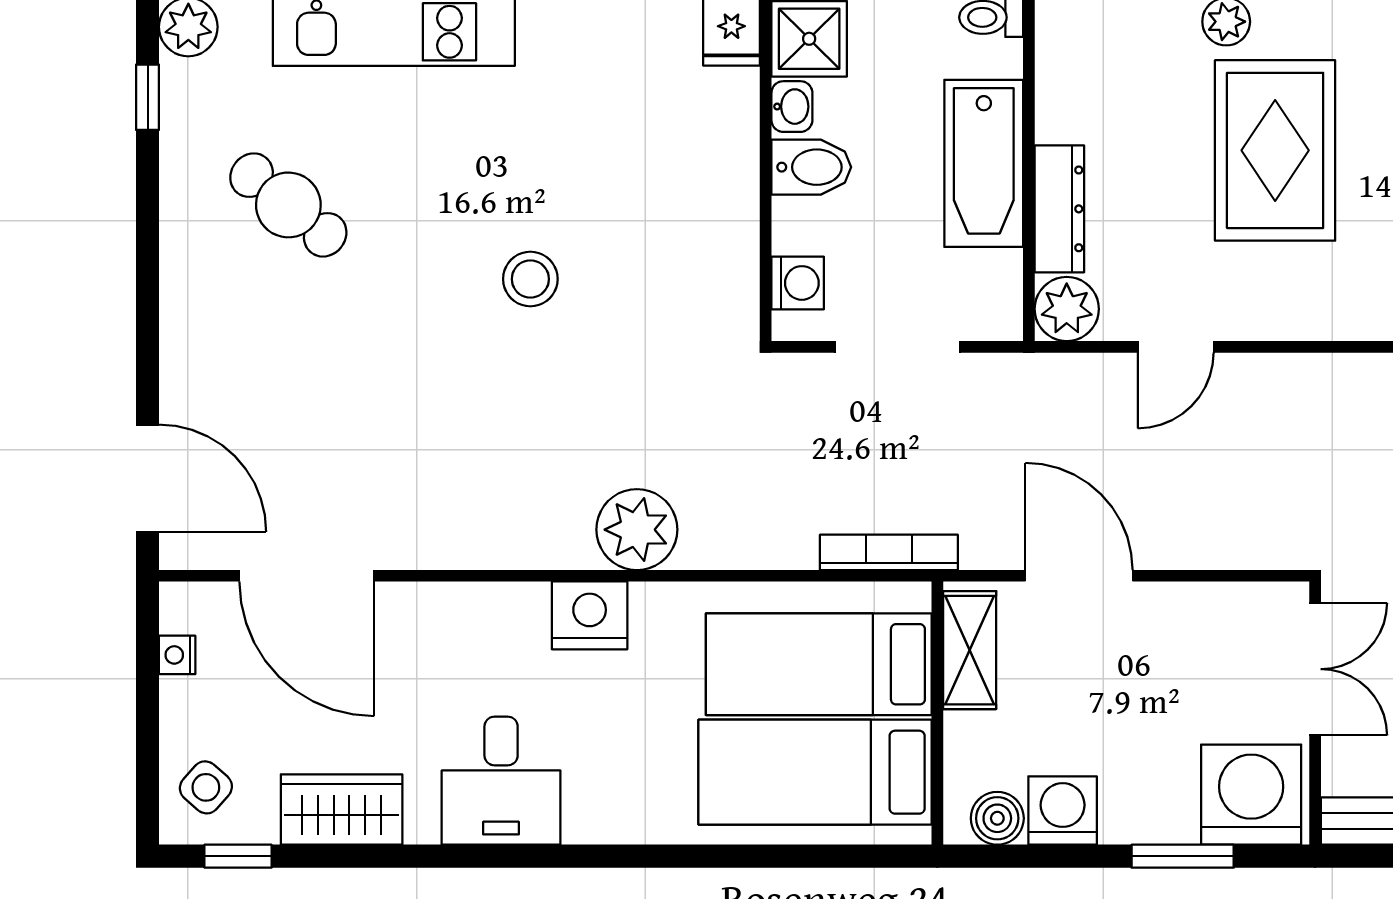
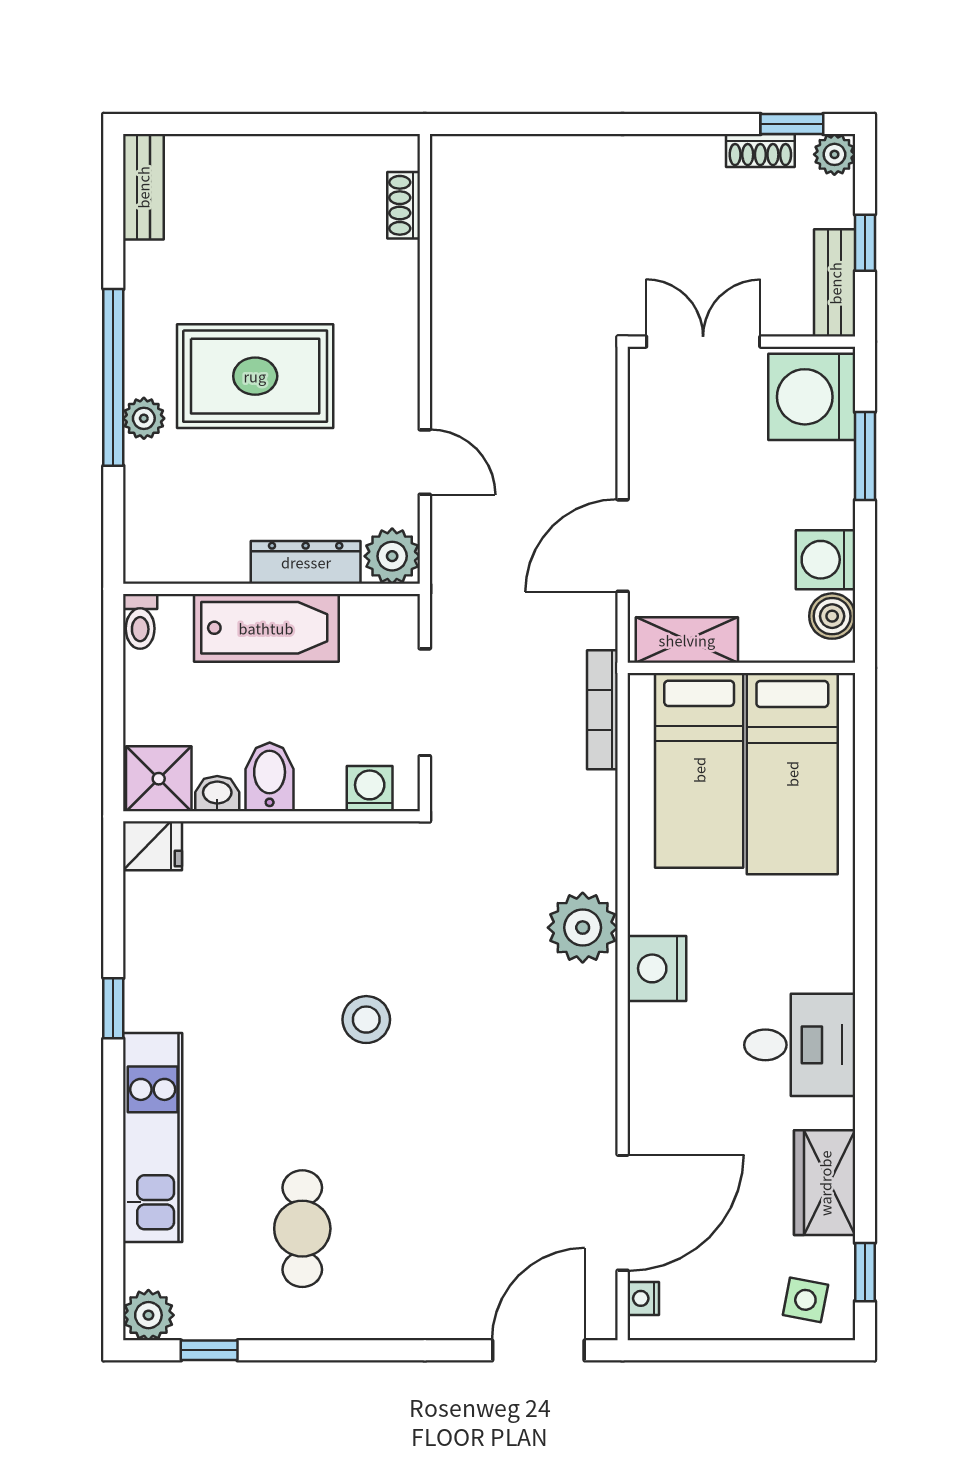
cafe table: (288, 205) -> (302, 1229), turned -39
nightstand: (177, 655) -> (643, 1298), moved, turned 90
side table: (206, 787) -> (805, 1300), turned -30

